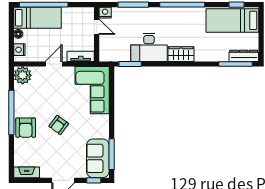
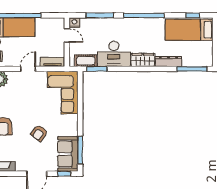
cot: (118, 55) -> (86, 61), added
dresser: (244, 56) -> (169, 62), moved
armchair: (59, 125) -> (39, 133), moved

